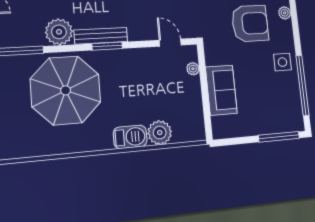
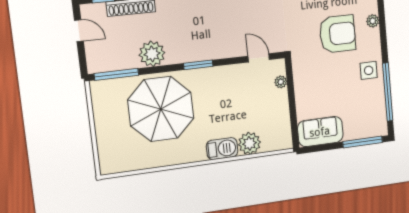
bench: (101, 36) -> (192, 55), removed
sofa: (221, 90) -> (320, 132), moved, turned -90

